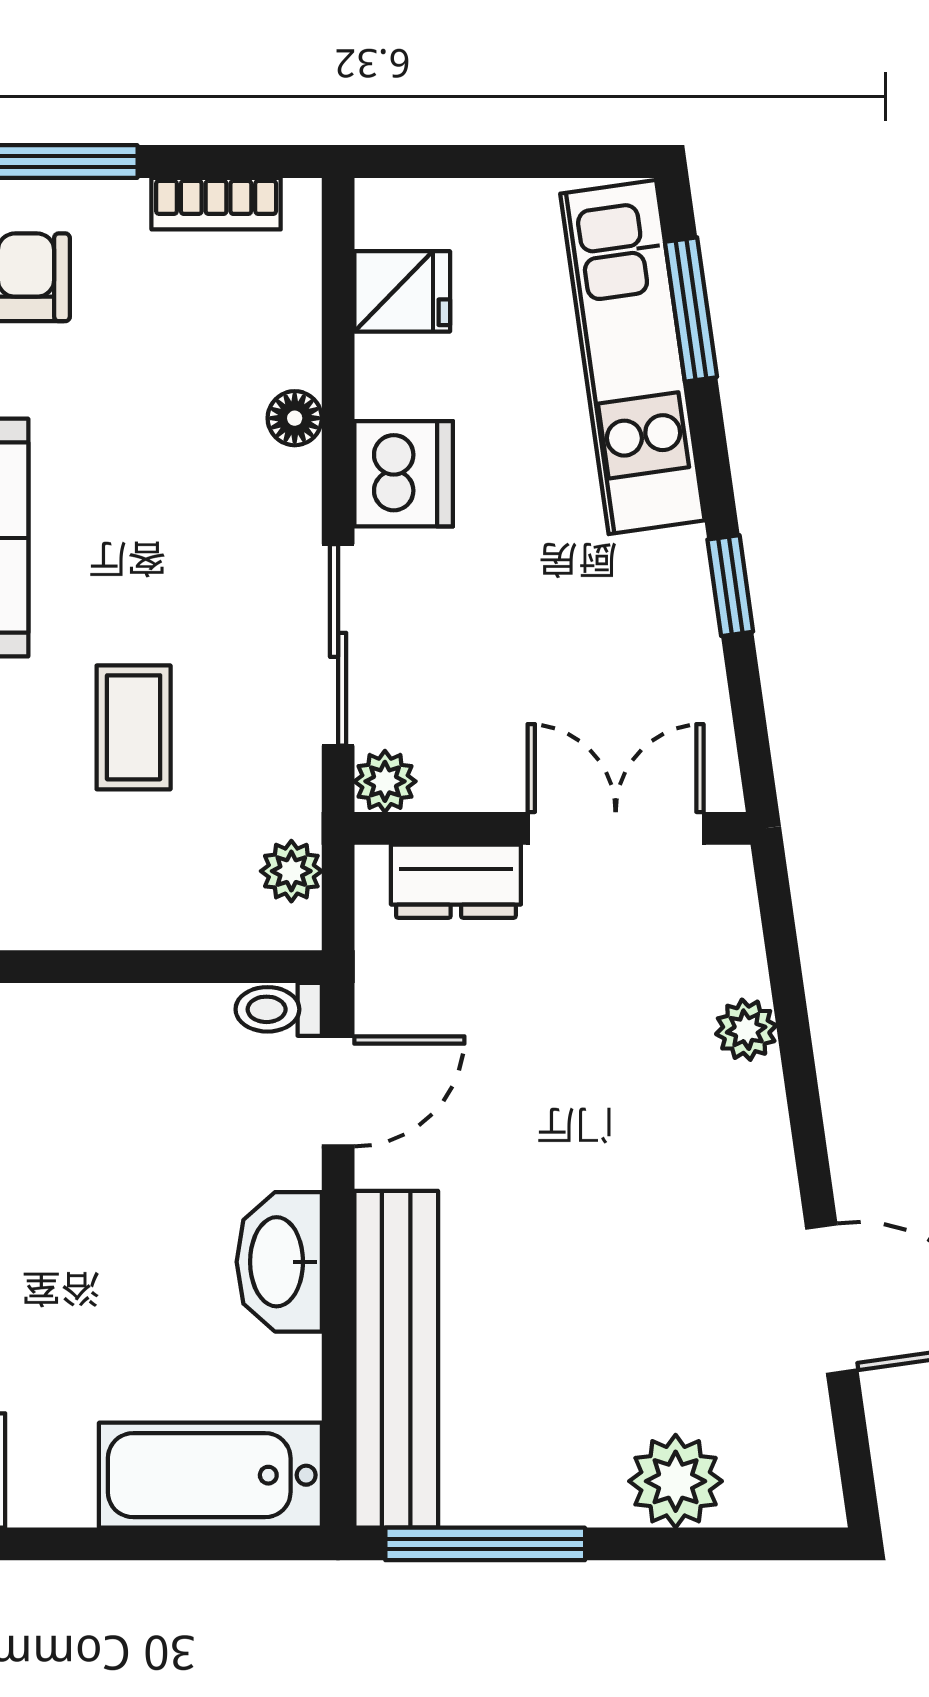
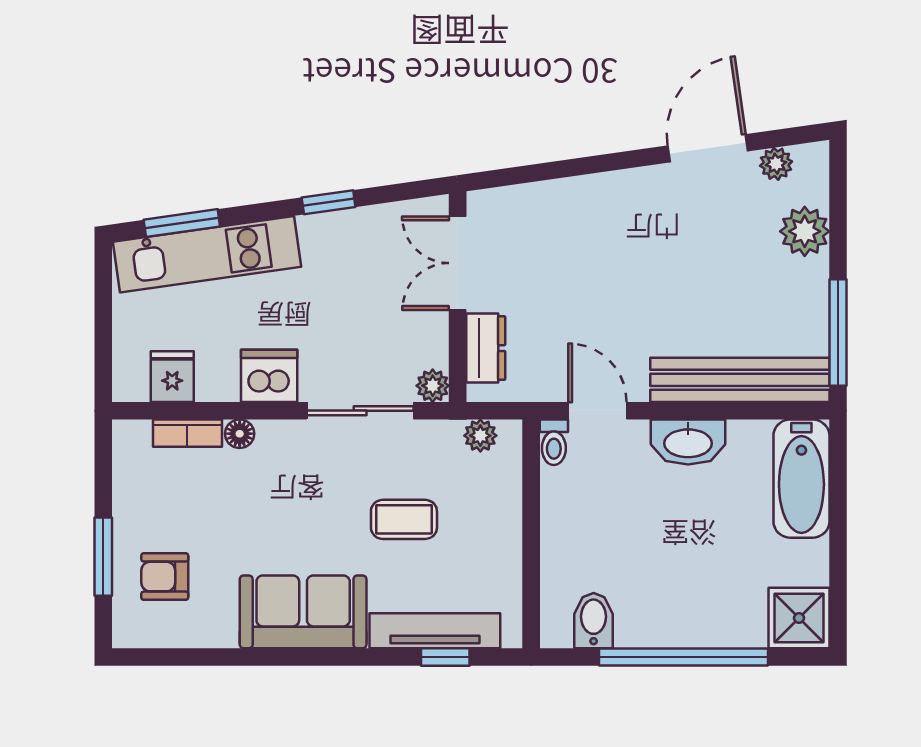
bookcase: (216, 204) -> (187, 433), moved, turned 90
plant: (746, 1030) -> (776, 164), moved

